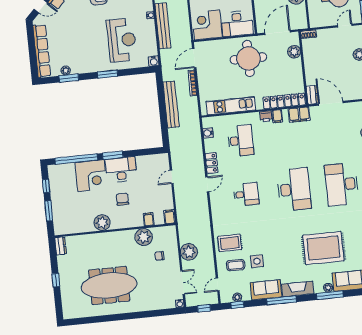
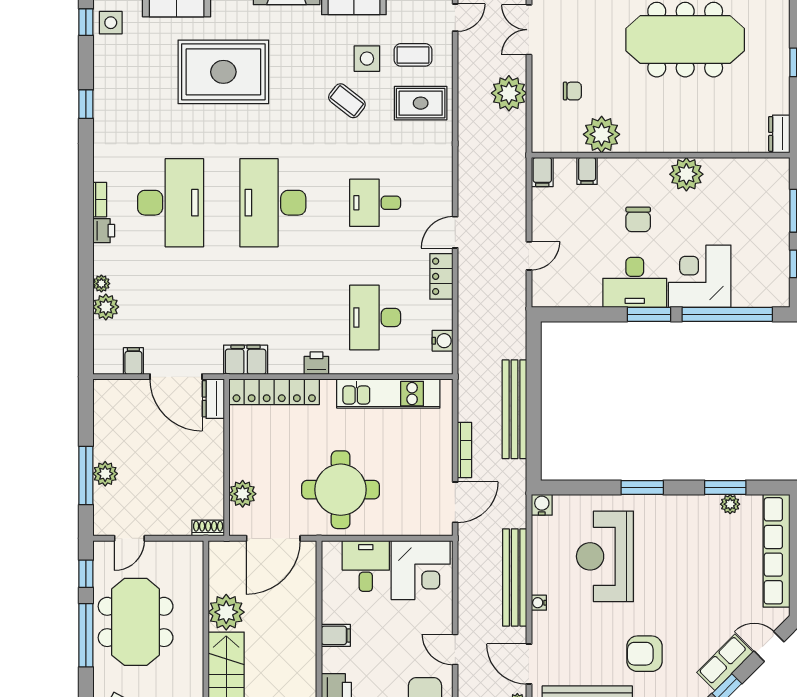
desk: (237, 24) -> (366, 566), width x0.73
filing cabinet: (277, 116) -> (133, 361), moved
coffee table: (264, 241) -> (347, 101), added

